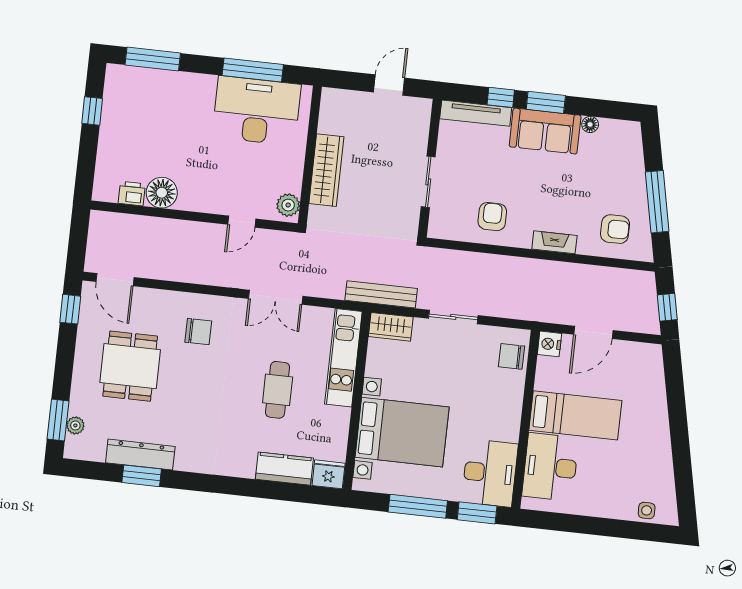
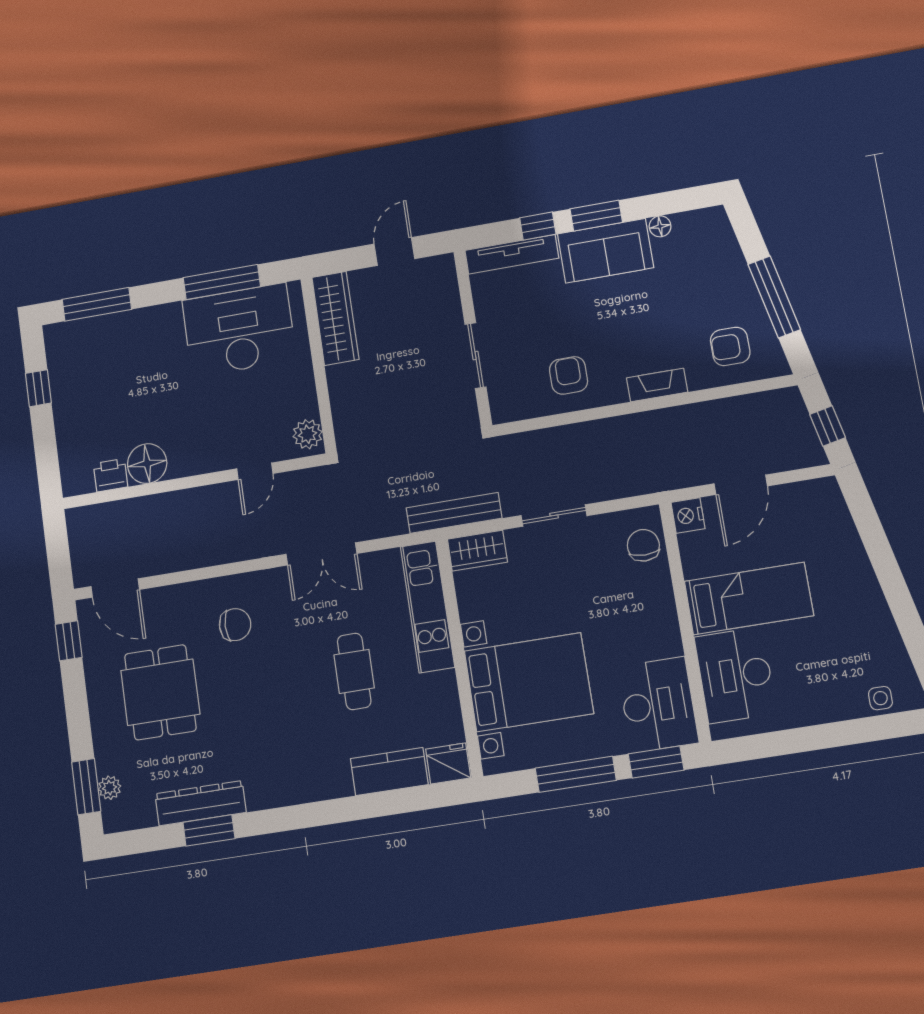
wardrobe: (326, 170) -> (335, 318), moved
armchair: (615, 229) -> (730, 346), turned 180
chair: (512, 356) -> (643, 545), turned 90

